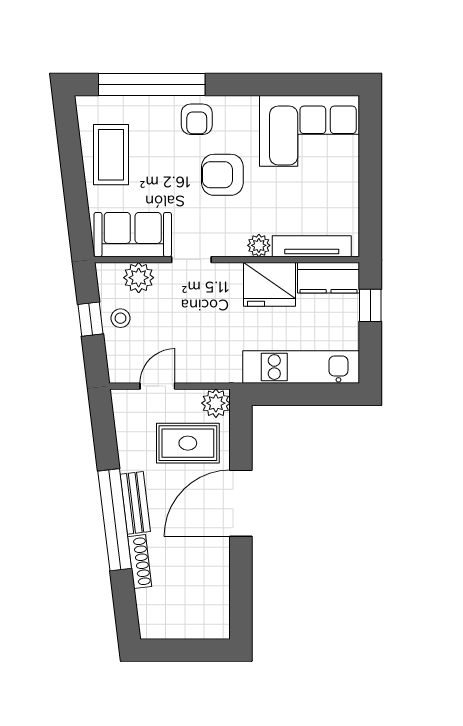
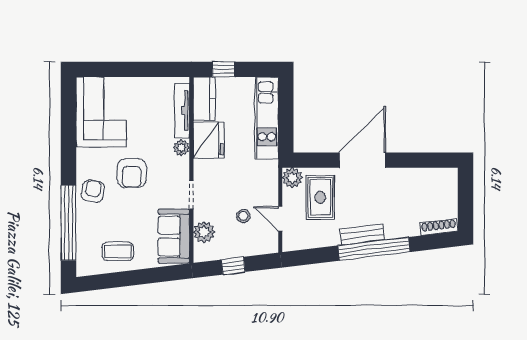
armchair: (197, 119) -> (93, 191), turned -80
coffee table: (111, 155) -> (118, 251), width x0.73, depth x0.77
stool: (120, 318) -> (243, 216), moved
door: (241, 503) -> (362, 160), swing flipped
shoe rack: (140, 562) -> (439, 227), moved

